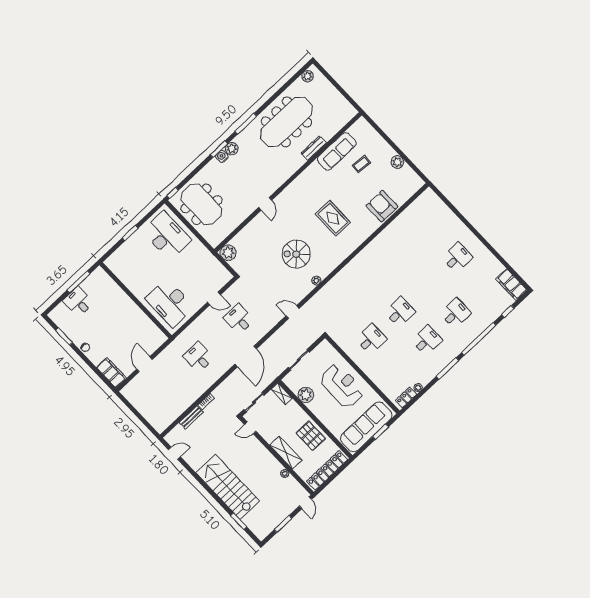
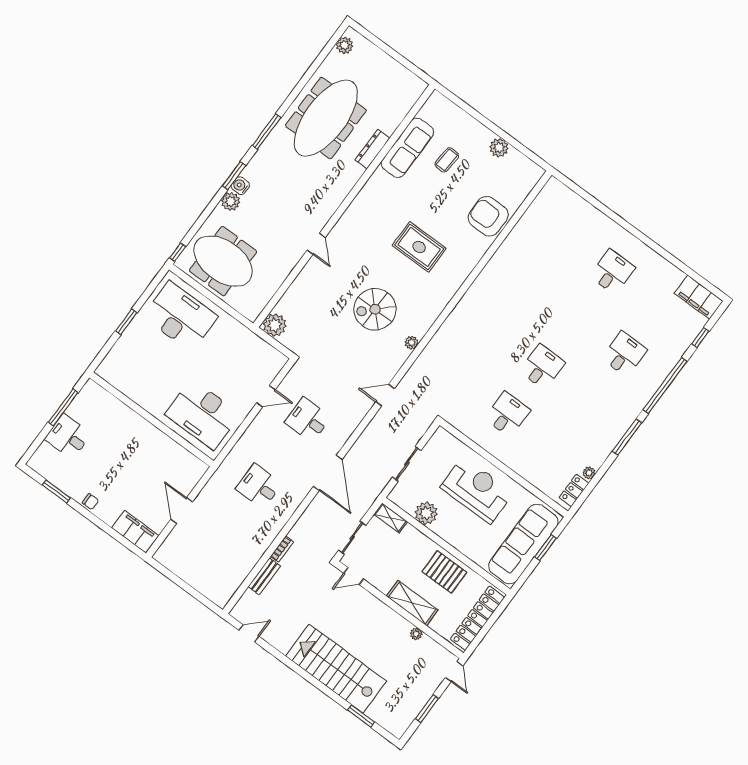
plant: (232, 149) -> (231, 201), moved
desk: (427, 340) -> (589, 401), removed

